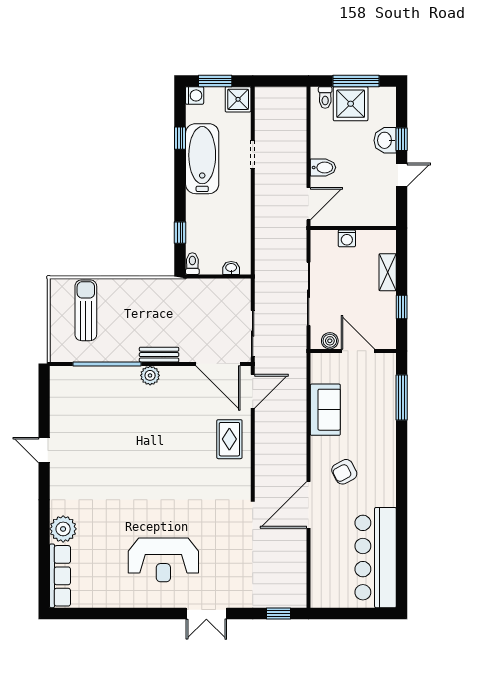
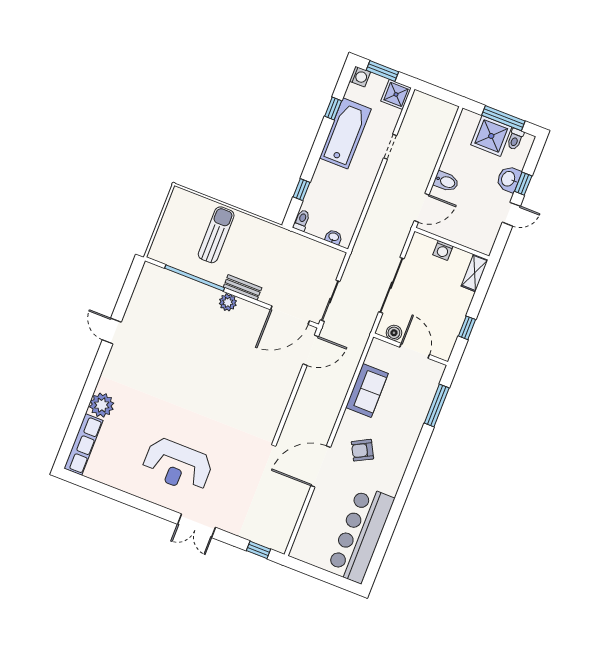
toilet: (325, 97) -> (515, 139), moved
shelving: (388, 272) -> (475, 273), moved
sun lounger: (86, 310) -> (216, 235), moved
door: (218, 364) -> (290, 315), hinge flipped
rug: (229, 439) -> (275, 384), removed

